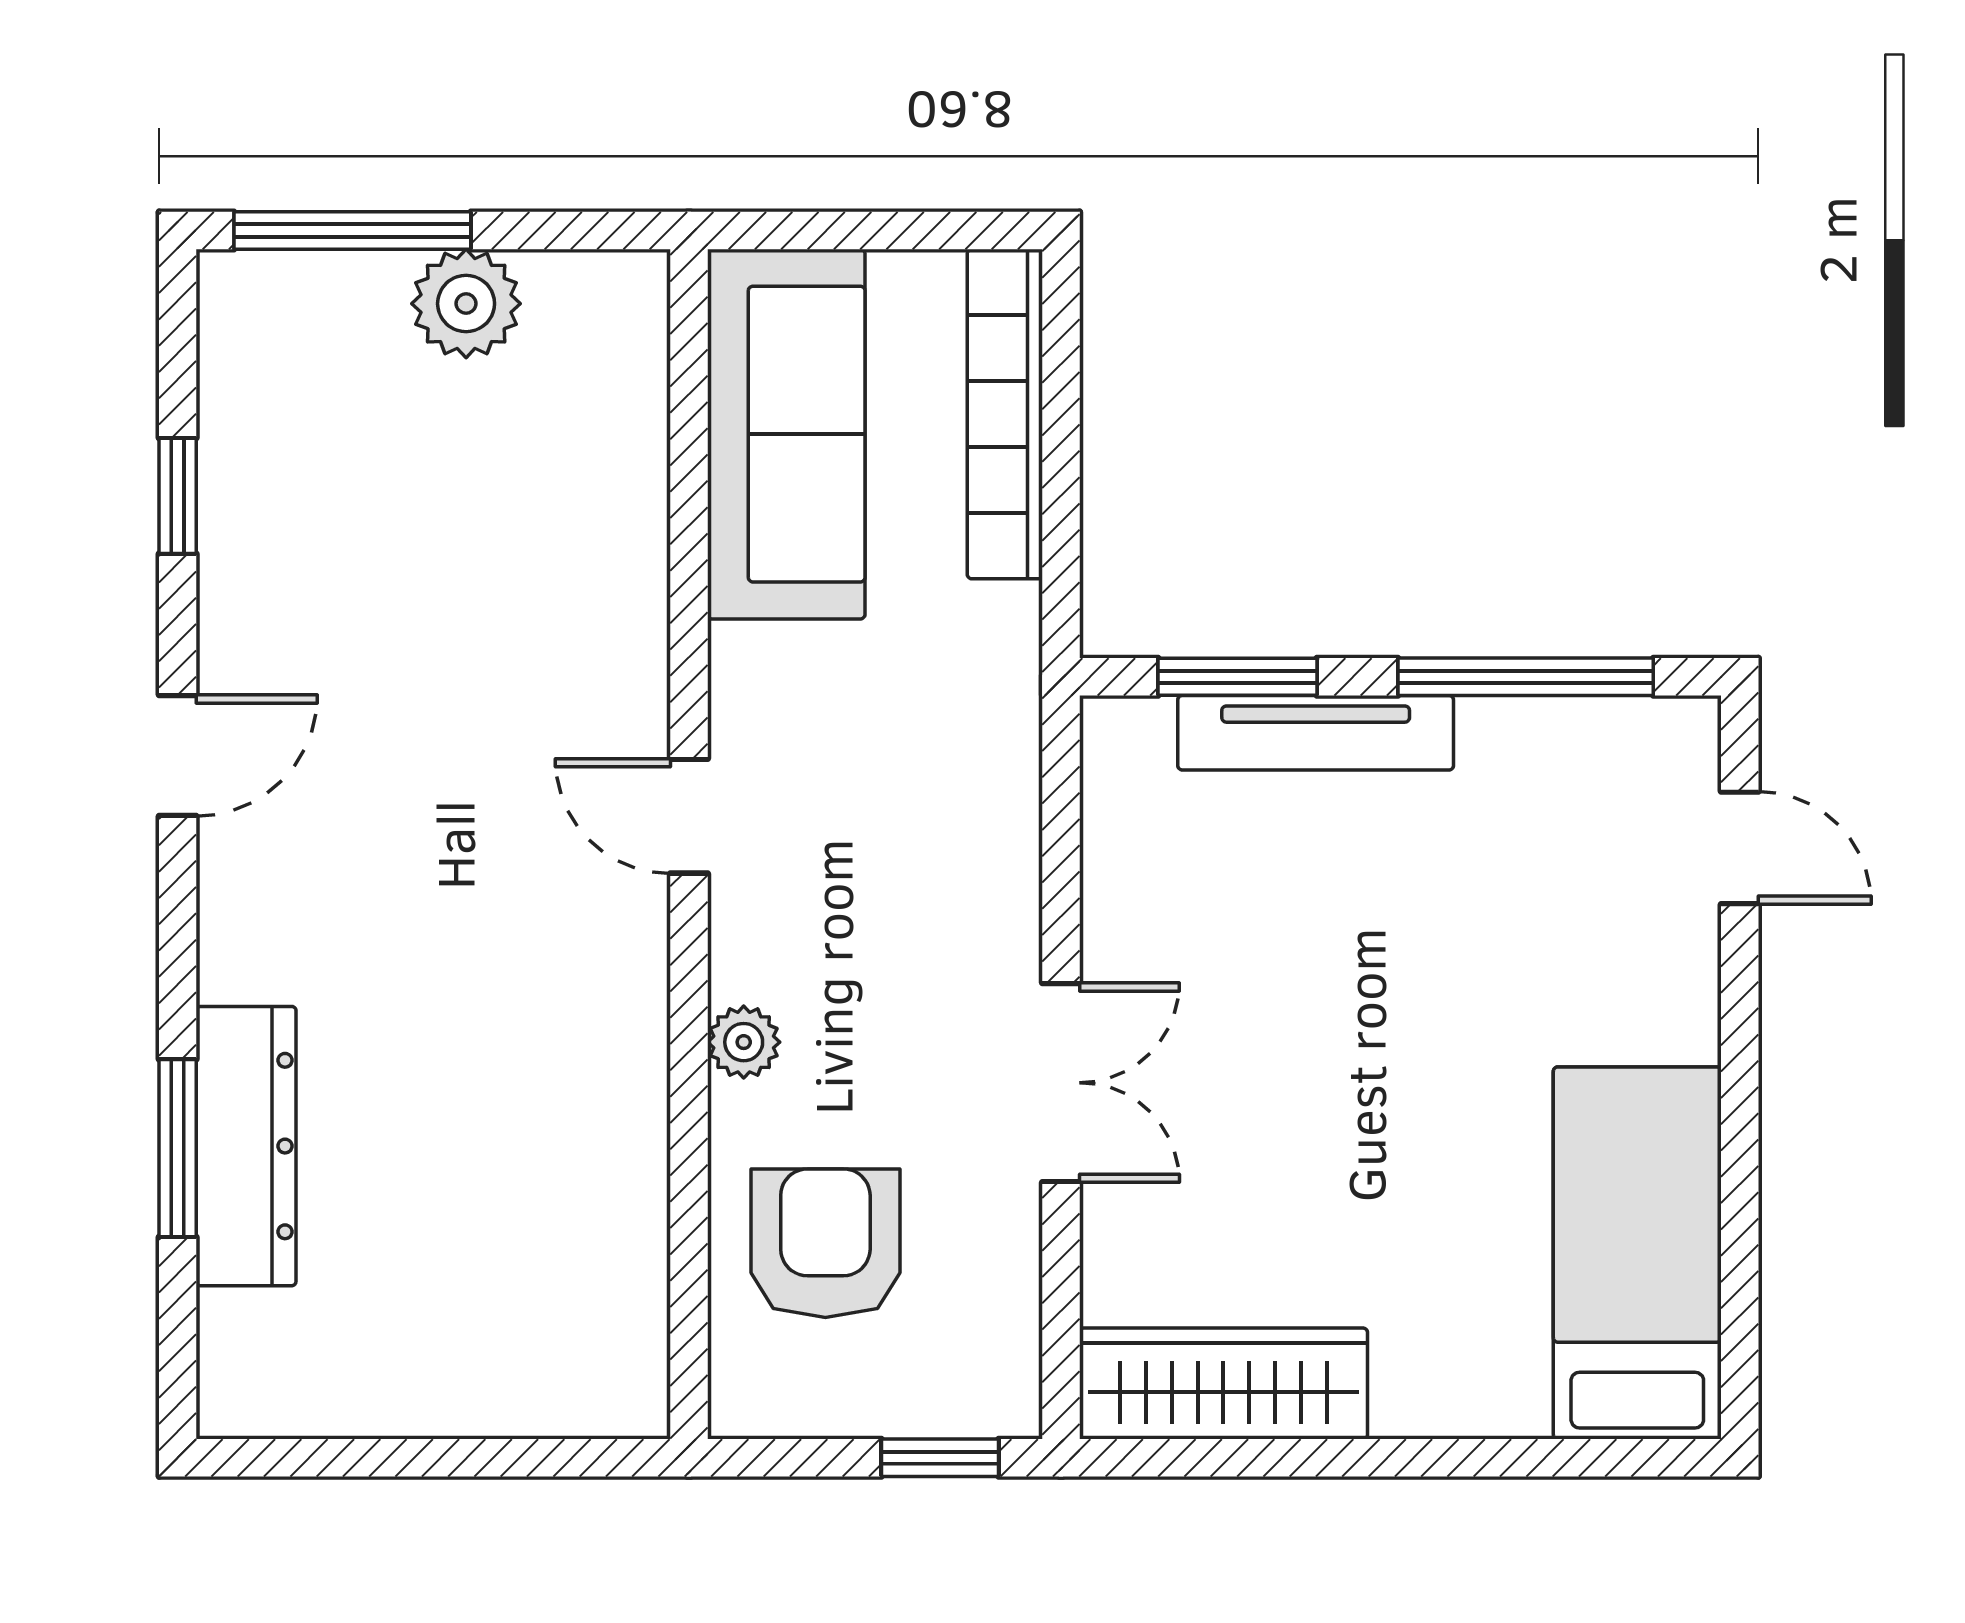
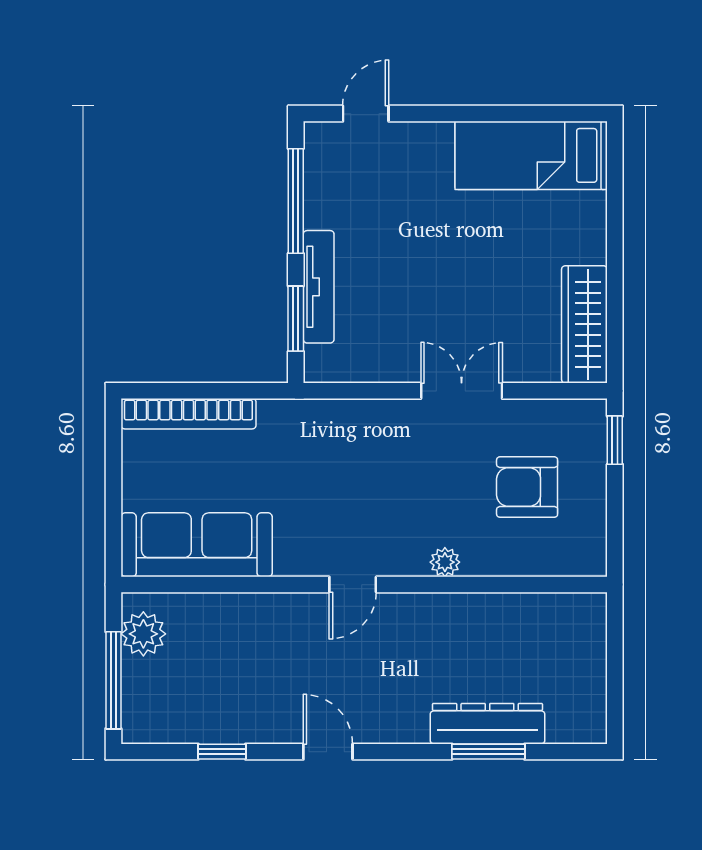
sofa: (786, 434) -> (197, 545), moved
door: (689, 816) -> (353, 585), moved
wall: (689, 844) -> (364, 585), moved
plant: (744, 1042) -> (445, 562), moved

